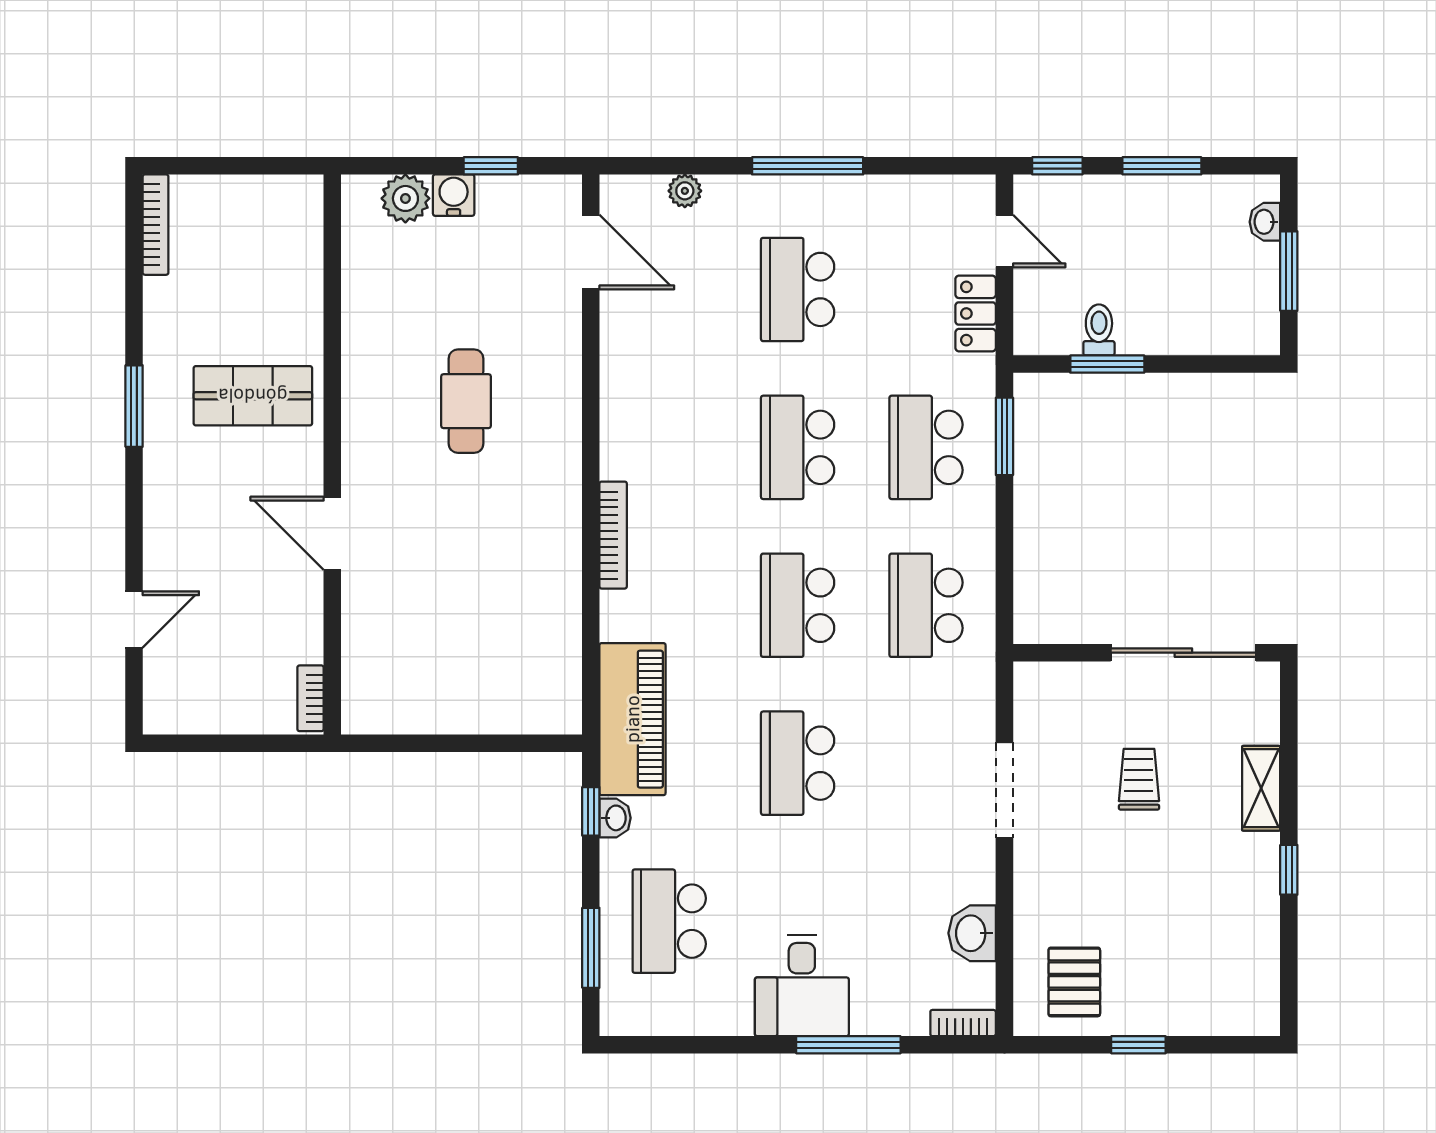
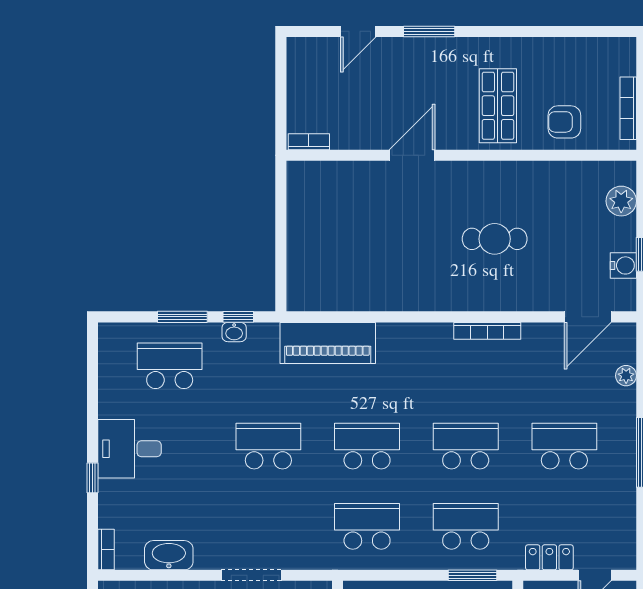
water cooler: (454, 195) -> (623, 265), moved
bookcase: (156, 225) -> (628, 108), moved, turned 90
armchair: (279, 289) -> (564, 122), added
window: (134, 406) -> (429, 31), moved
bookcase: (613, 535) -> (487, 331), moved
door: (134, 619) -> (358, 31), hinge flipped
piano: (632, 719) -> (328, 343), moved
washbasin: (972, 933) -> (169, 555), width x1.38
window: (591, 948) -> (182, 317), moved
window: (848, 1045) -> (92, 478), width x0.46

